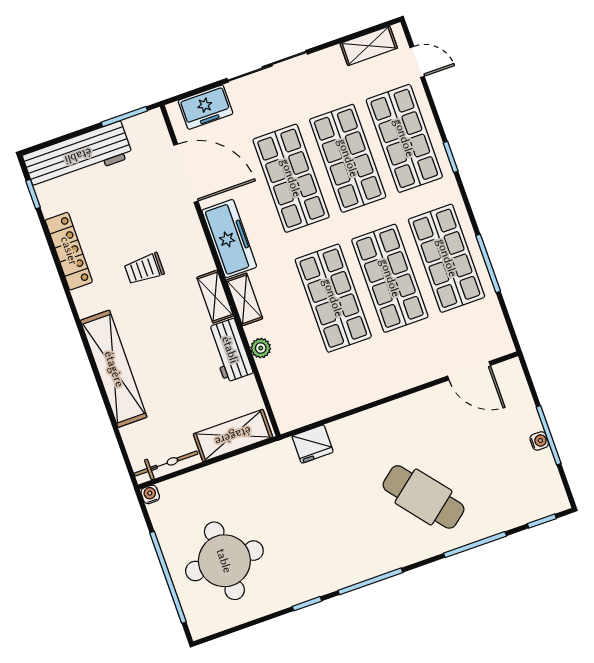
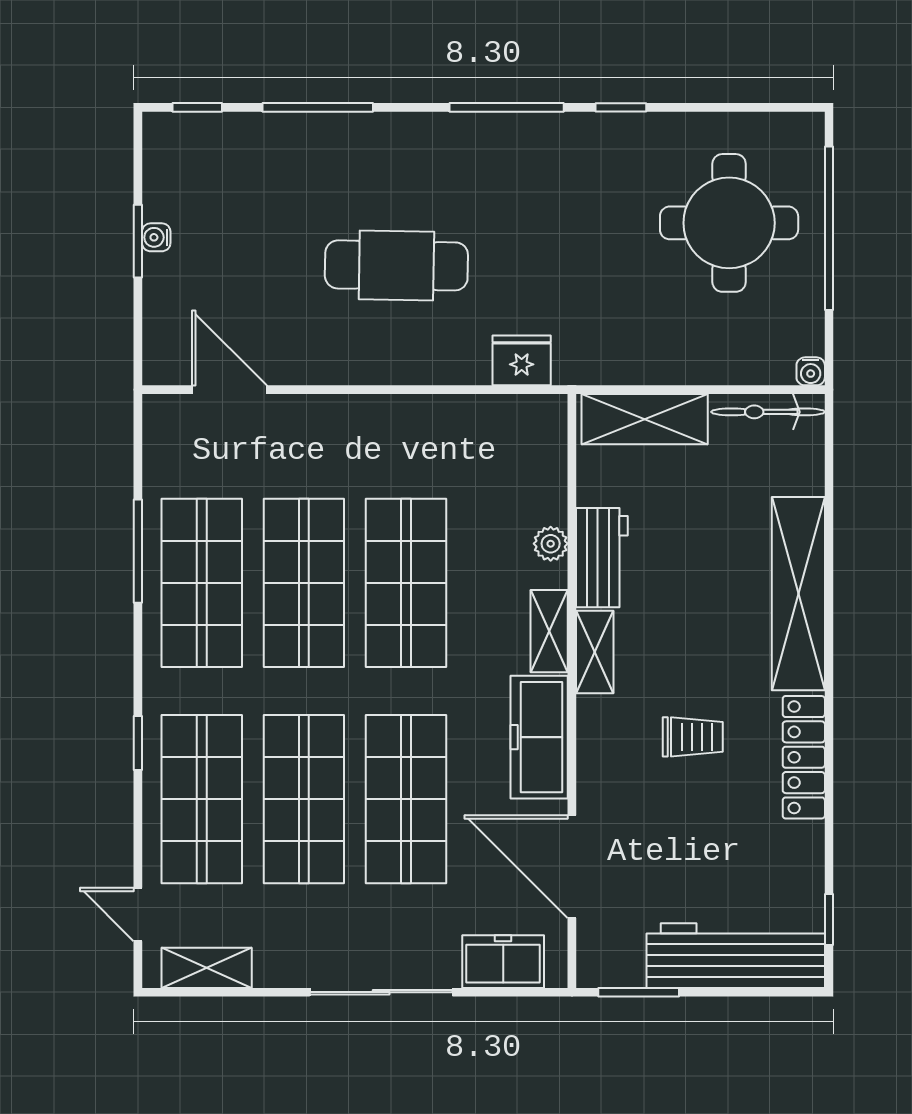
locker: (69, 251) -> (804, 757), moved
window: (549, 435) -> (138, 241), width x0.69
cafe table: (423, 497) -> (396, 265), moved, turned -50

